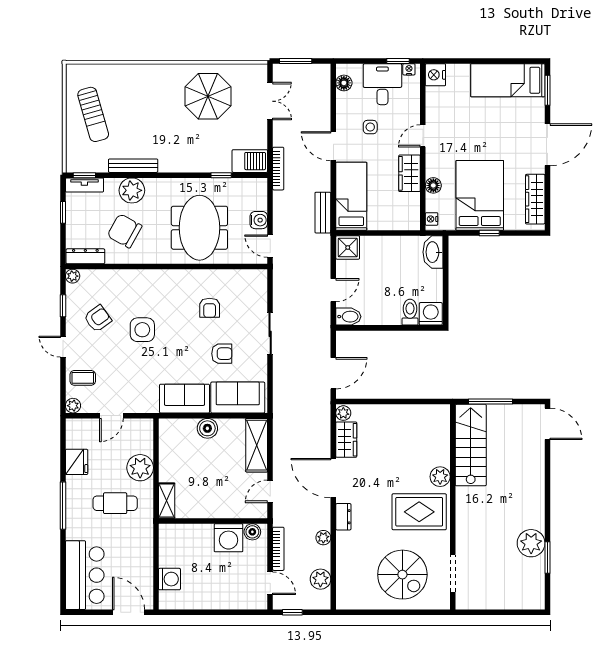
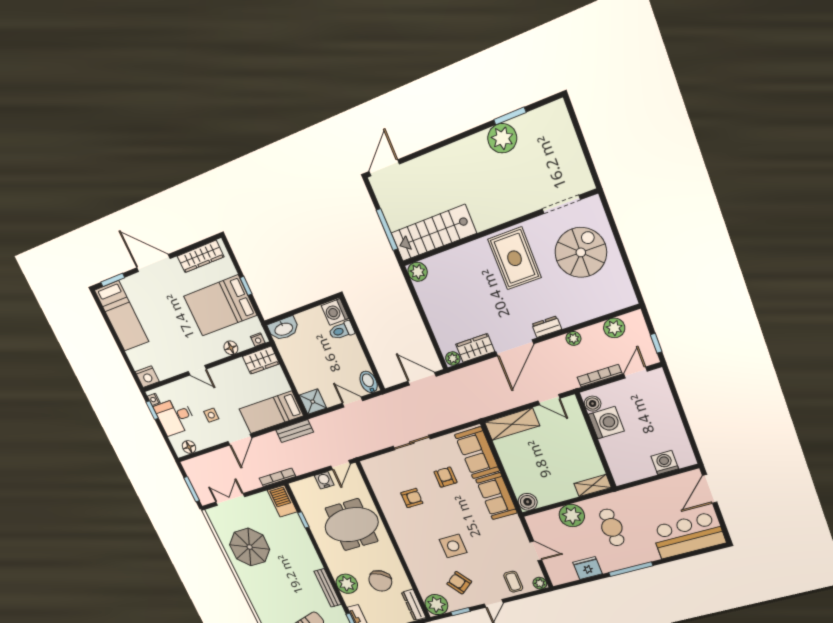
wardrobe: (409, 173) -> (261, 360), moved
plant: (73, 276) -> (436, 605), width x1.87, depth x1.87
boiler: (207, 428) -> (528, 502), moved
plant: (440, 477) -> (418, 272), moved

